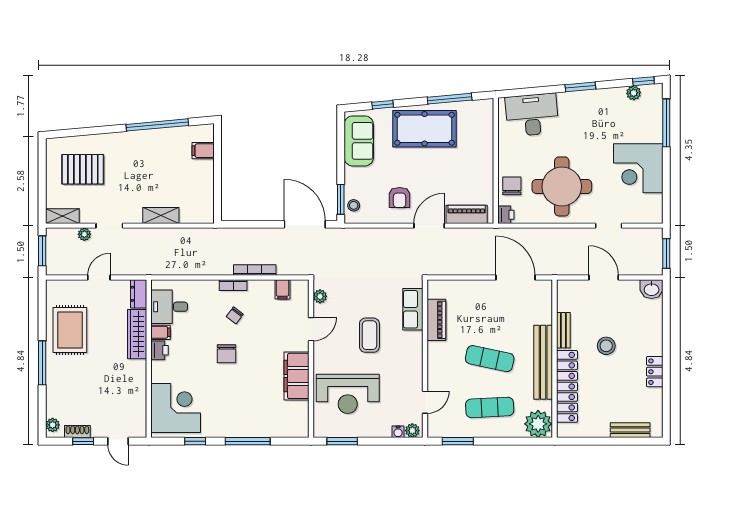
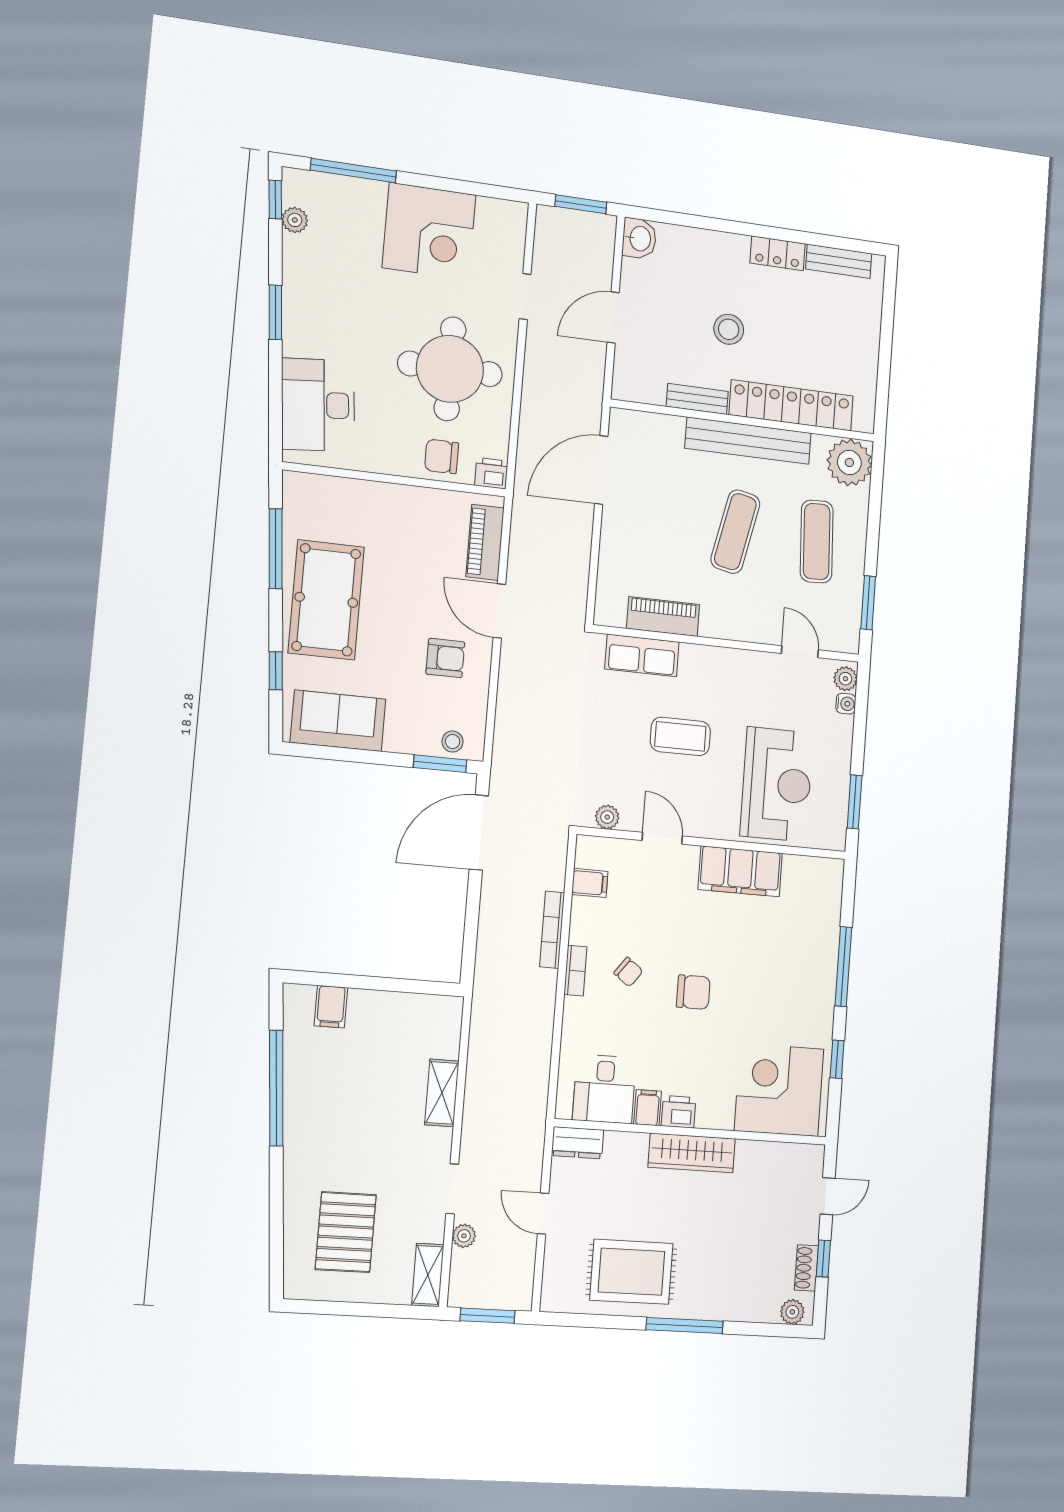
wardrobe: (137, 334) -> (692, 1153), moved
bench: (630, 430) -> (839, 261), moved, turned 90

